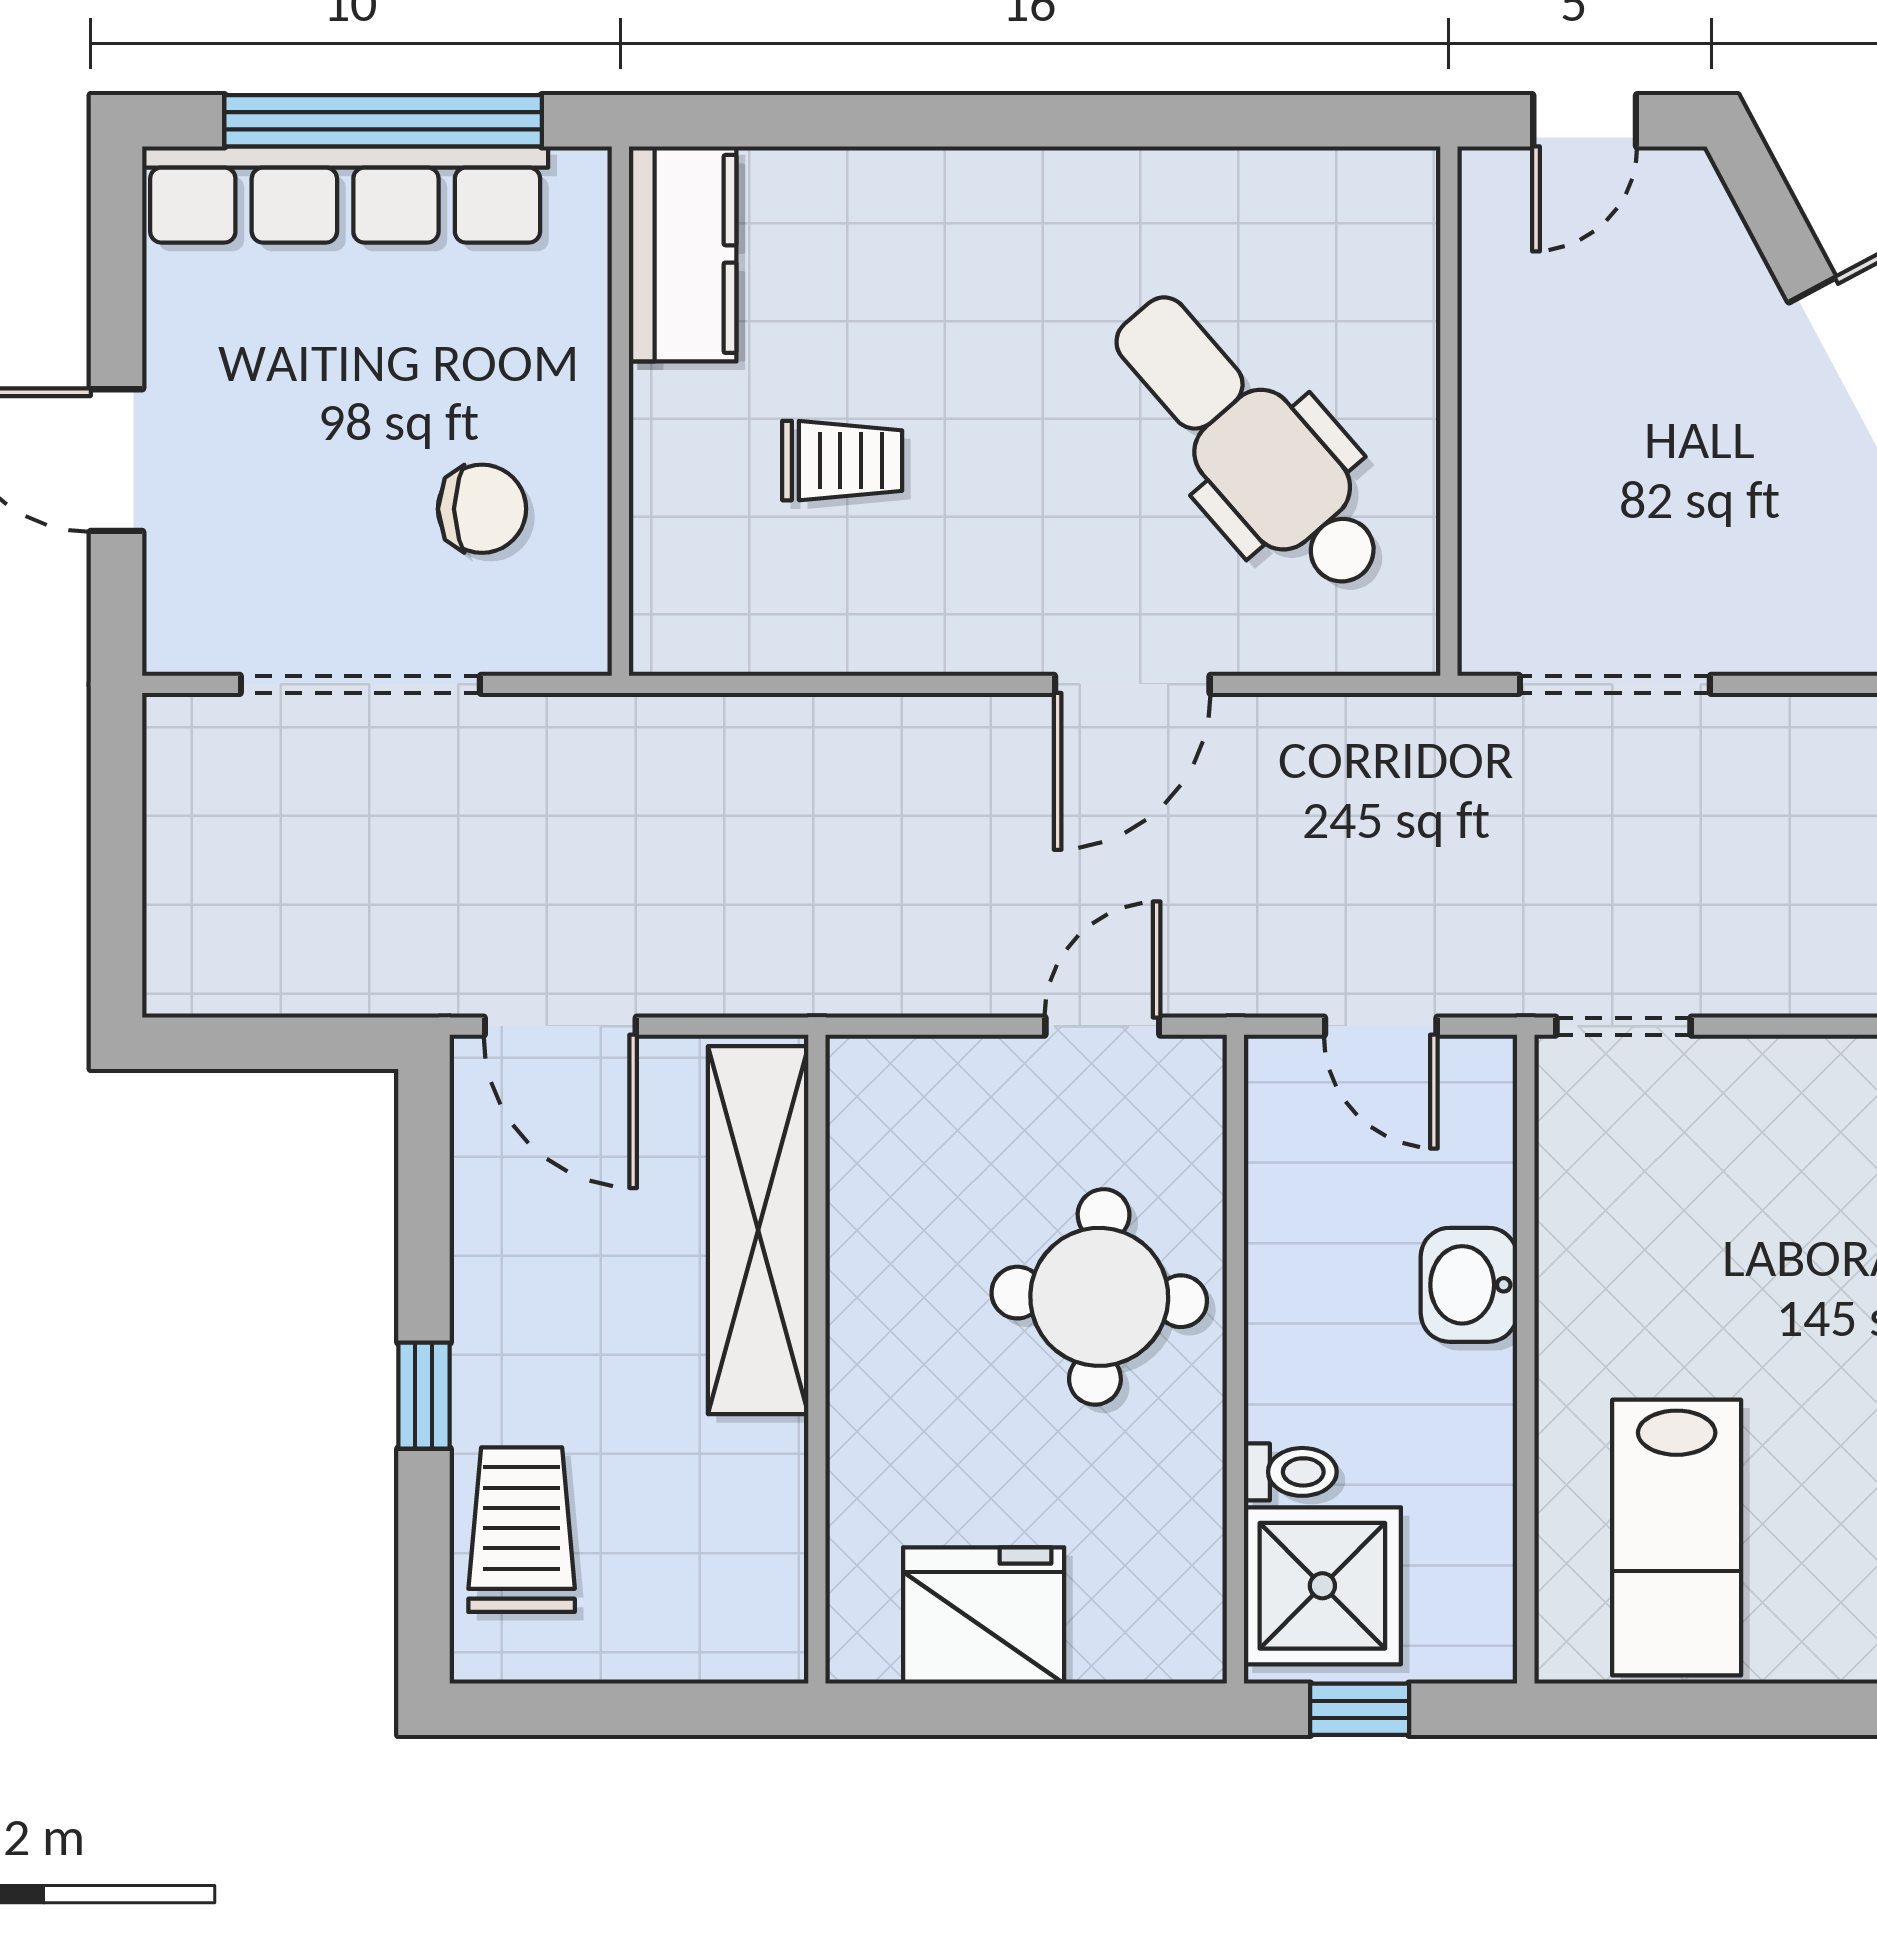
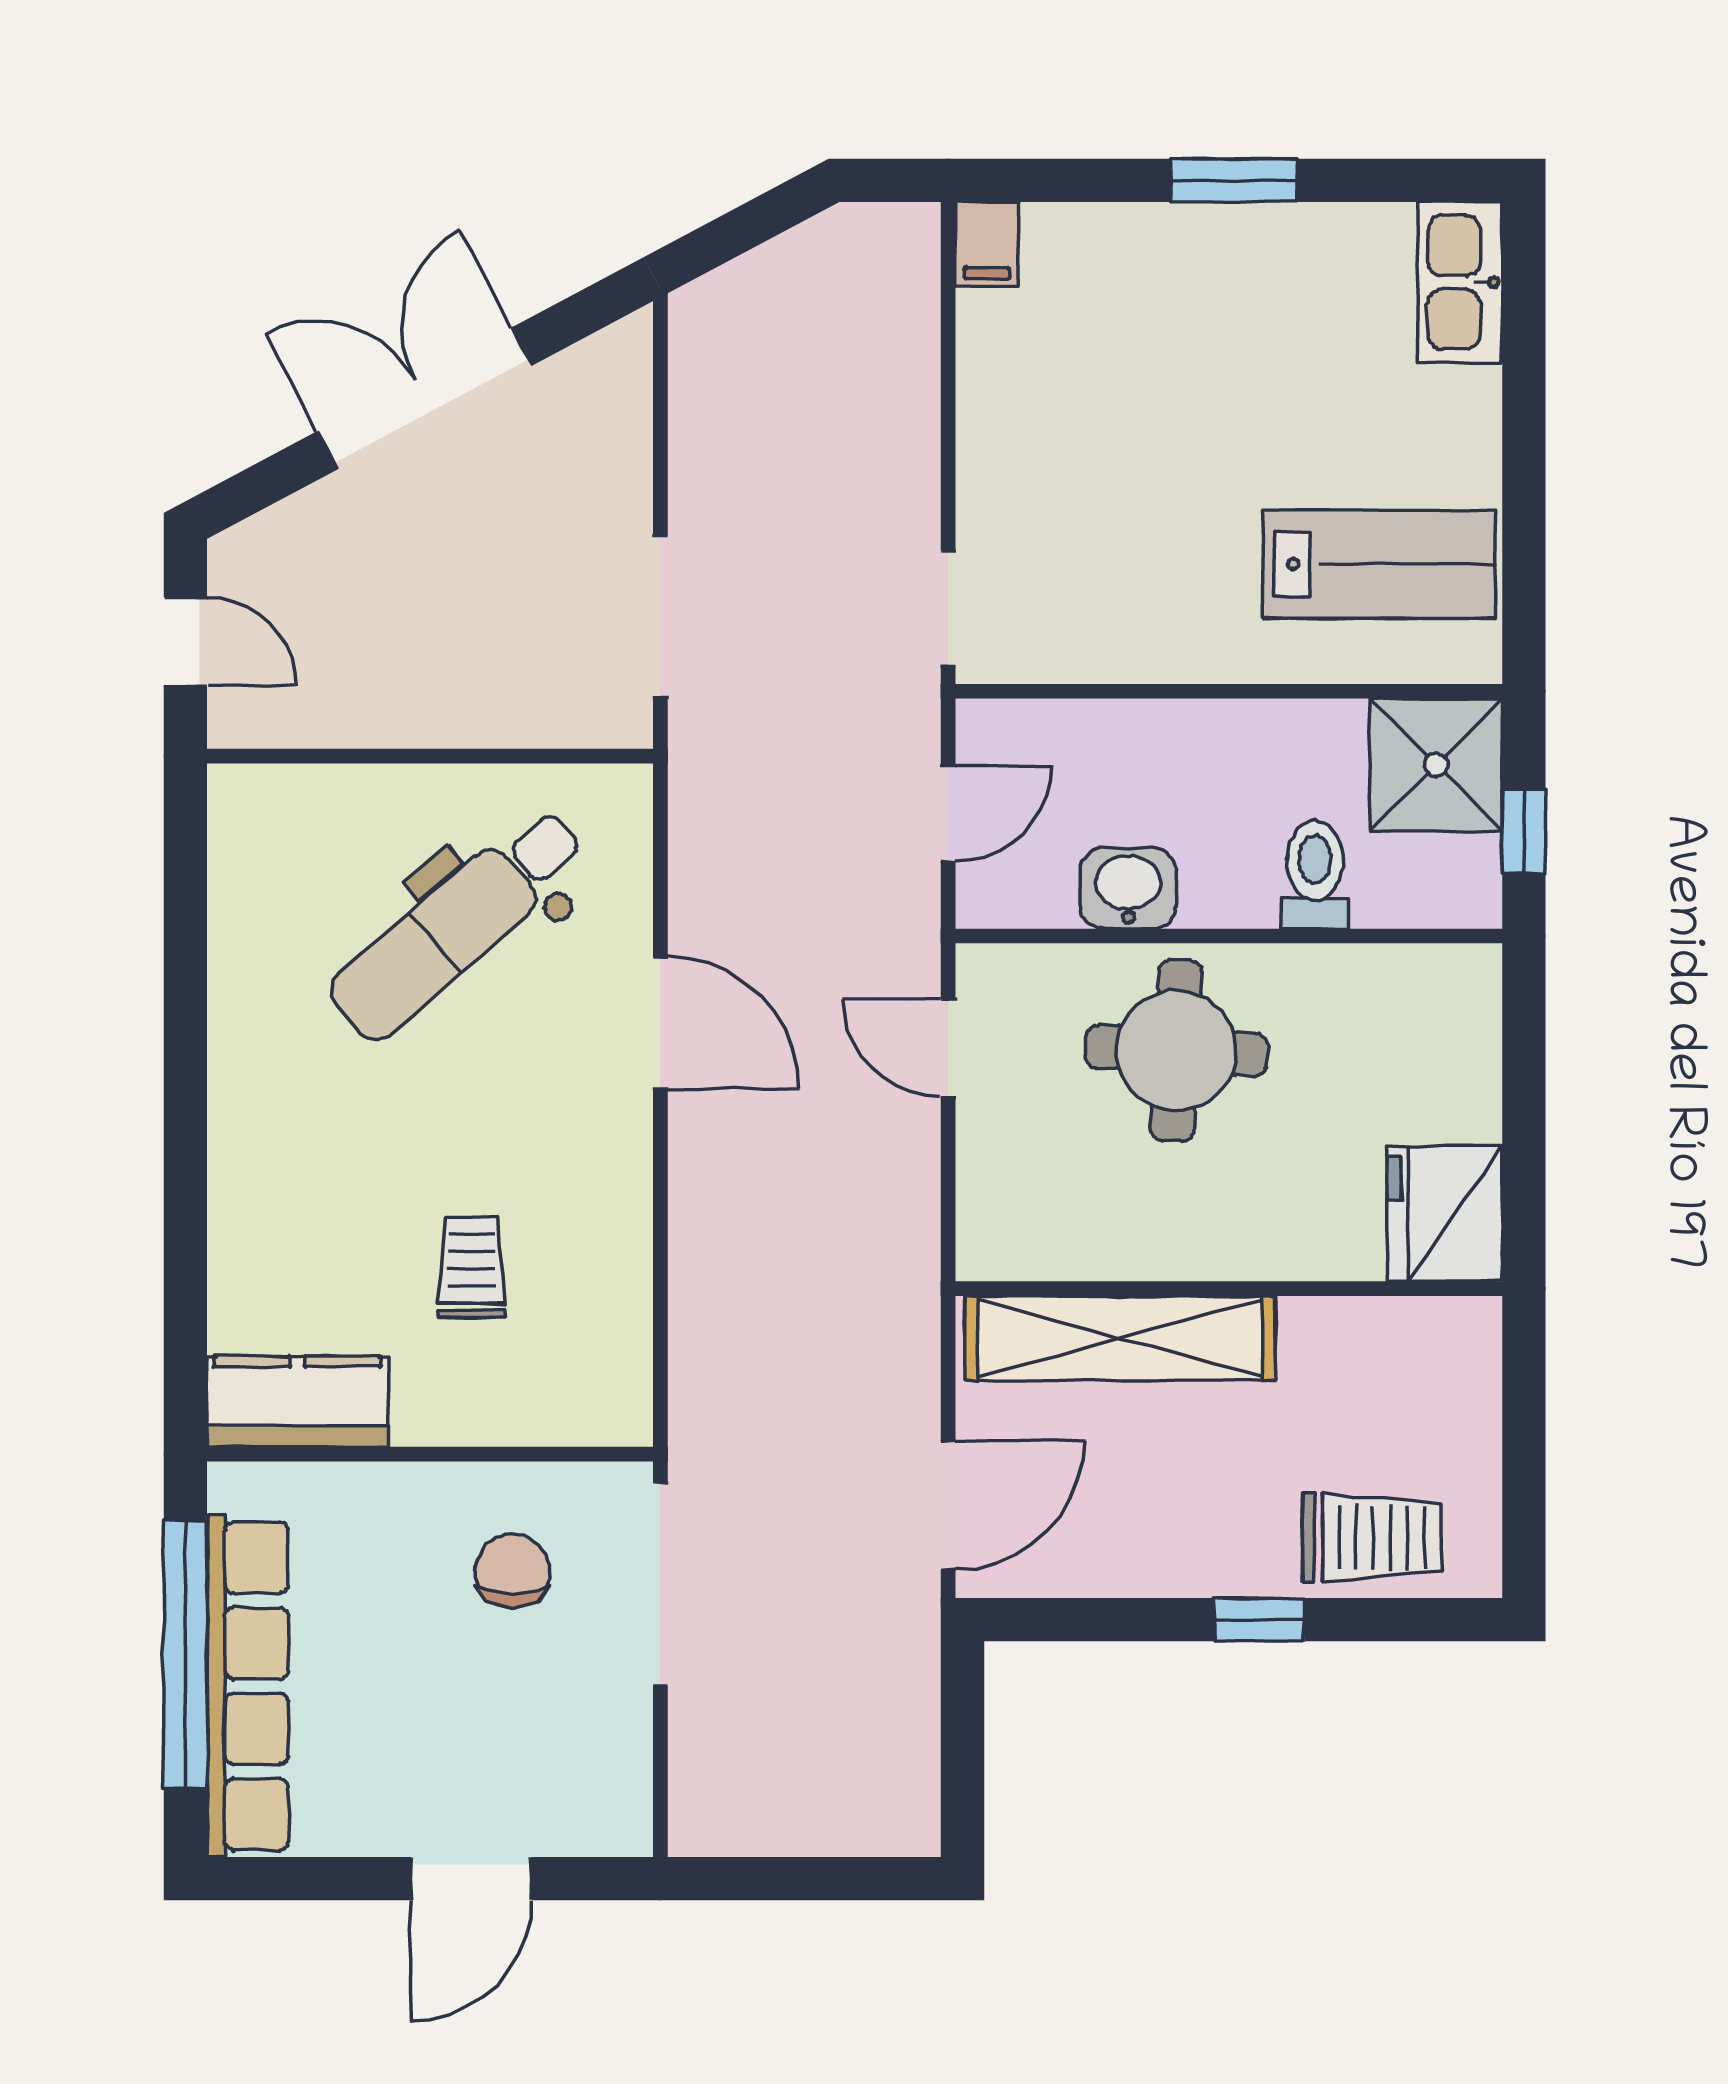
doorway: (360, 684) -> (660, 1584), moved
washbasin: (1469, 1285) -> (1128, 888), moved, turned 180
toilet: (1290, 1472) -> (1315, 875), width x1.37, depth x1.39
trolley: (522, 1530) -> (1372, 1537), turned 180
shower: (1322, 1586) -> (1436, 765), moved
fridge: (984, 1616) -> (1445, 1214), moved

